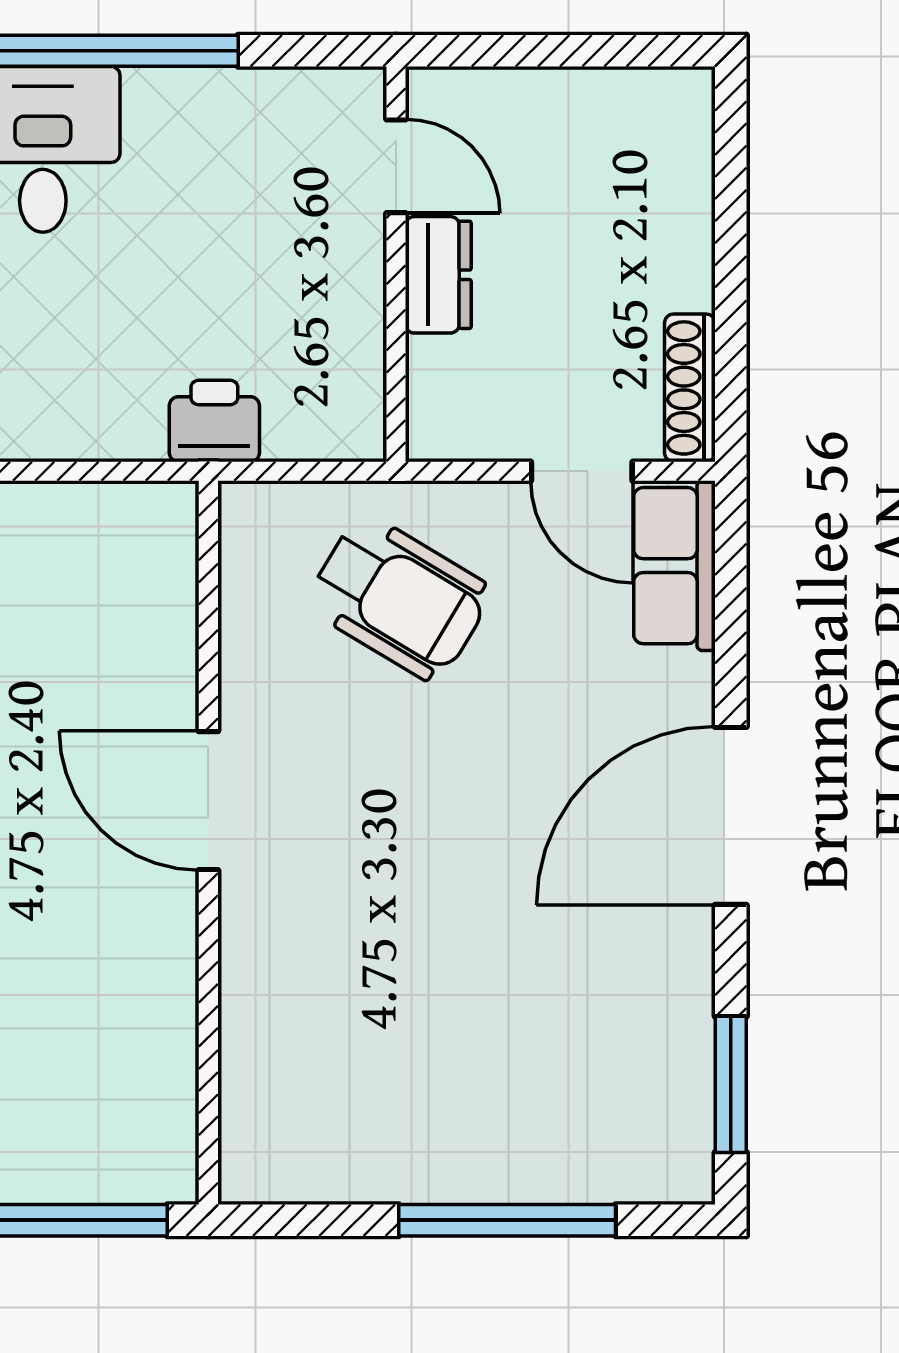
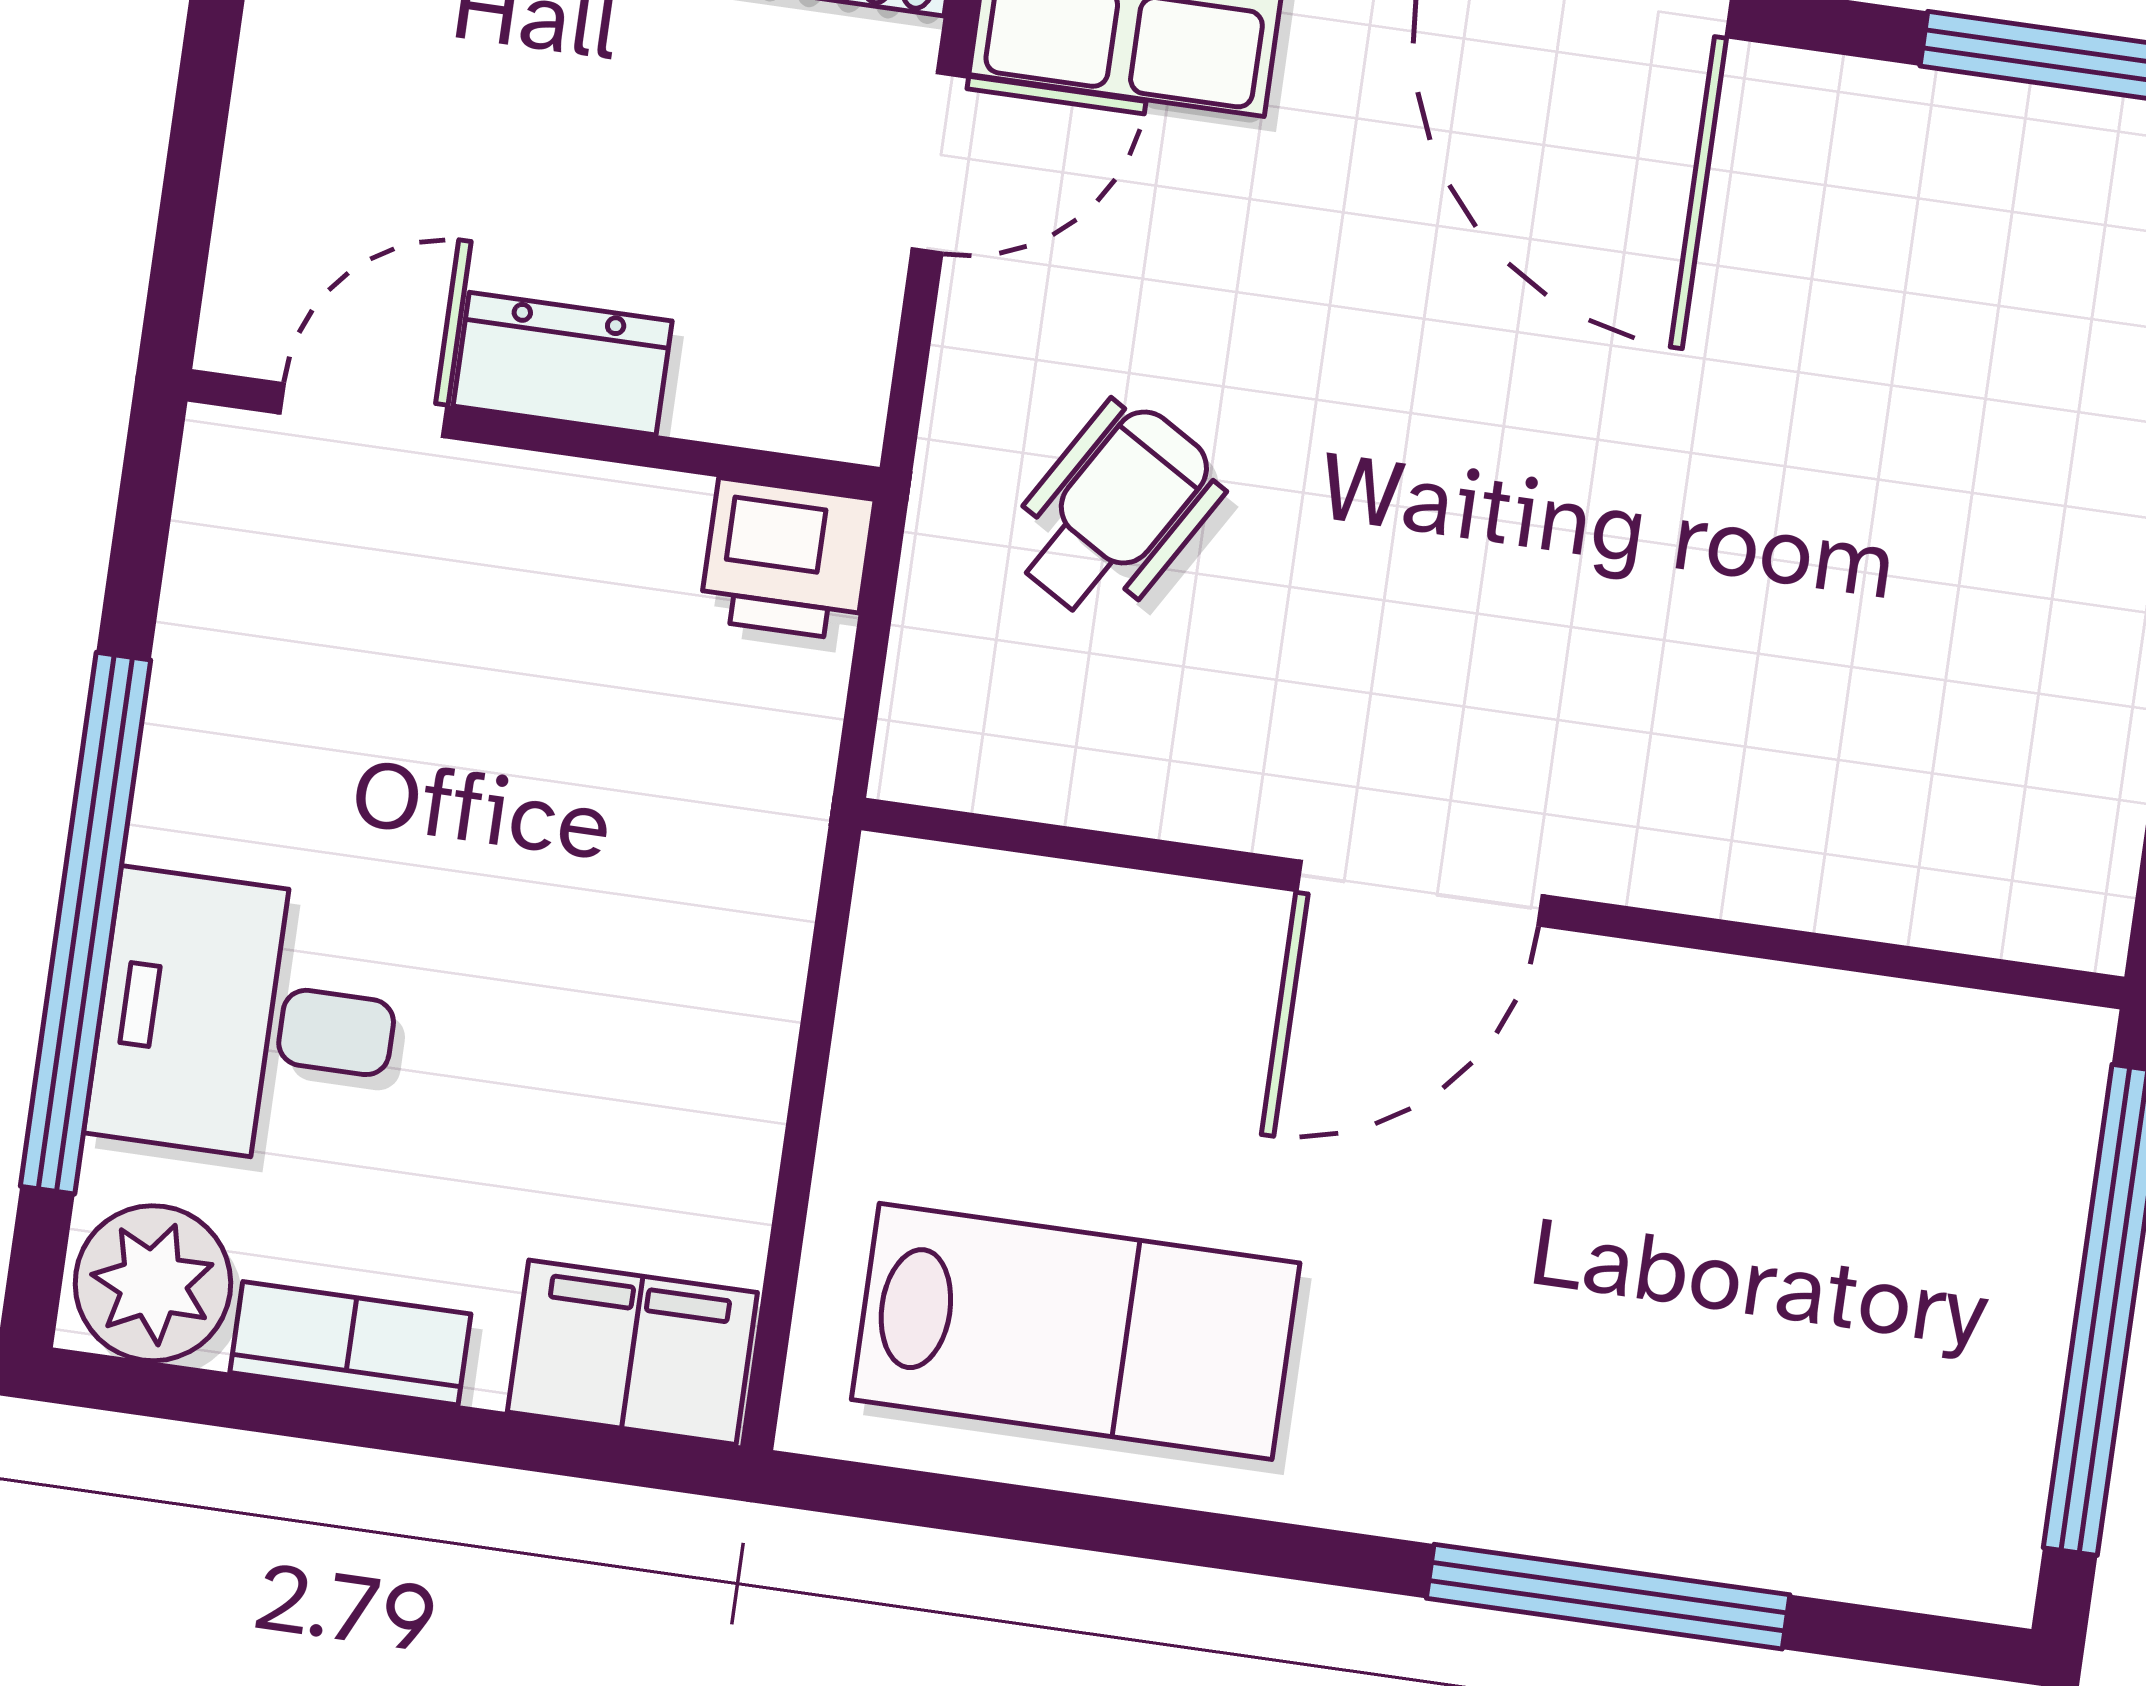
printer: (214, 421) -> (787, 559), moved, turned -90
wheelchair: (399, 598) -> (1114, 511), width x0.73, depth x0.73

